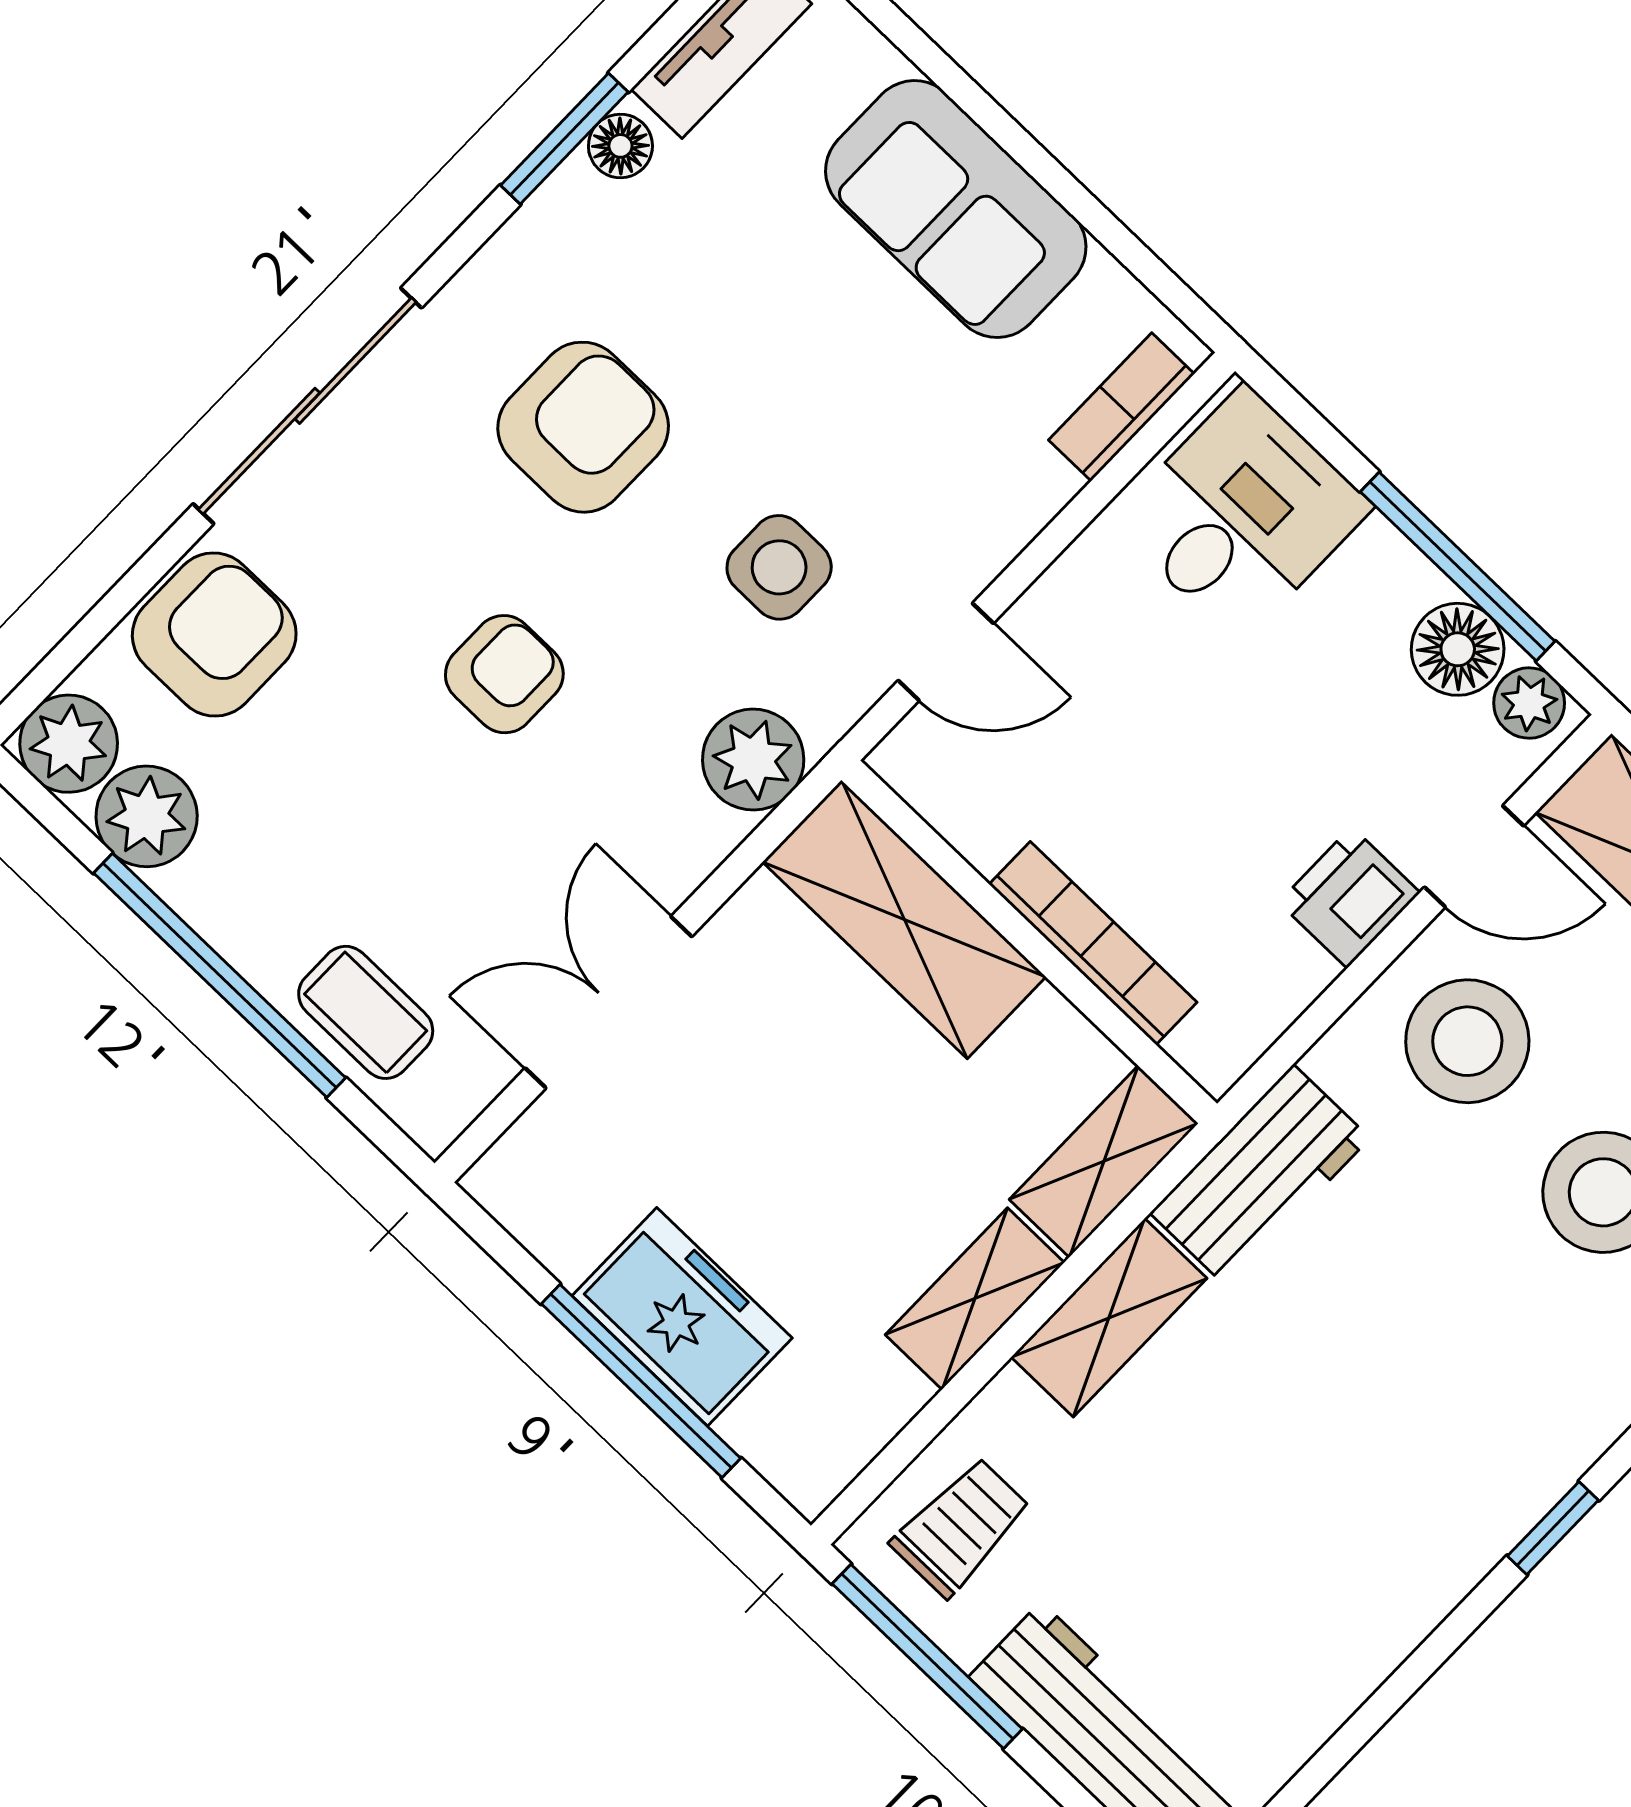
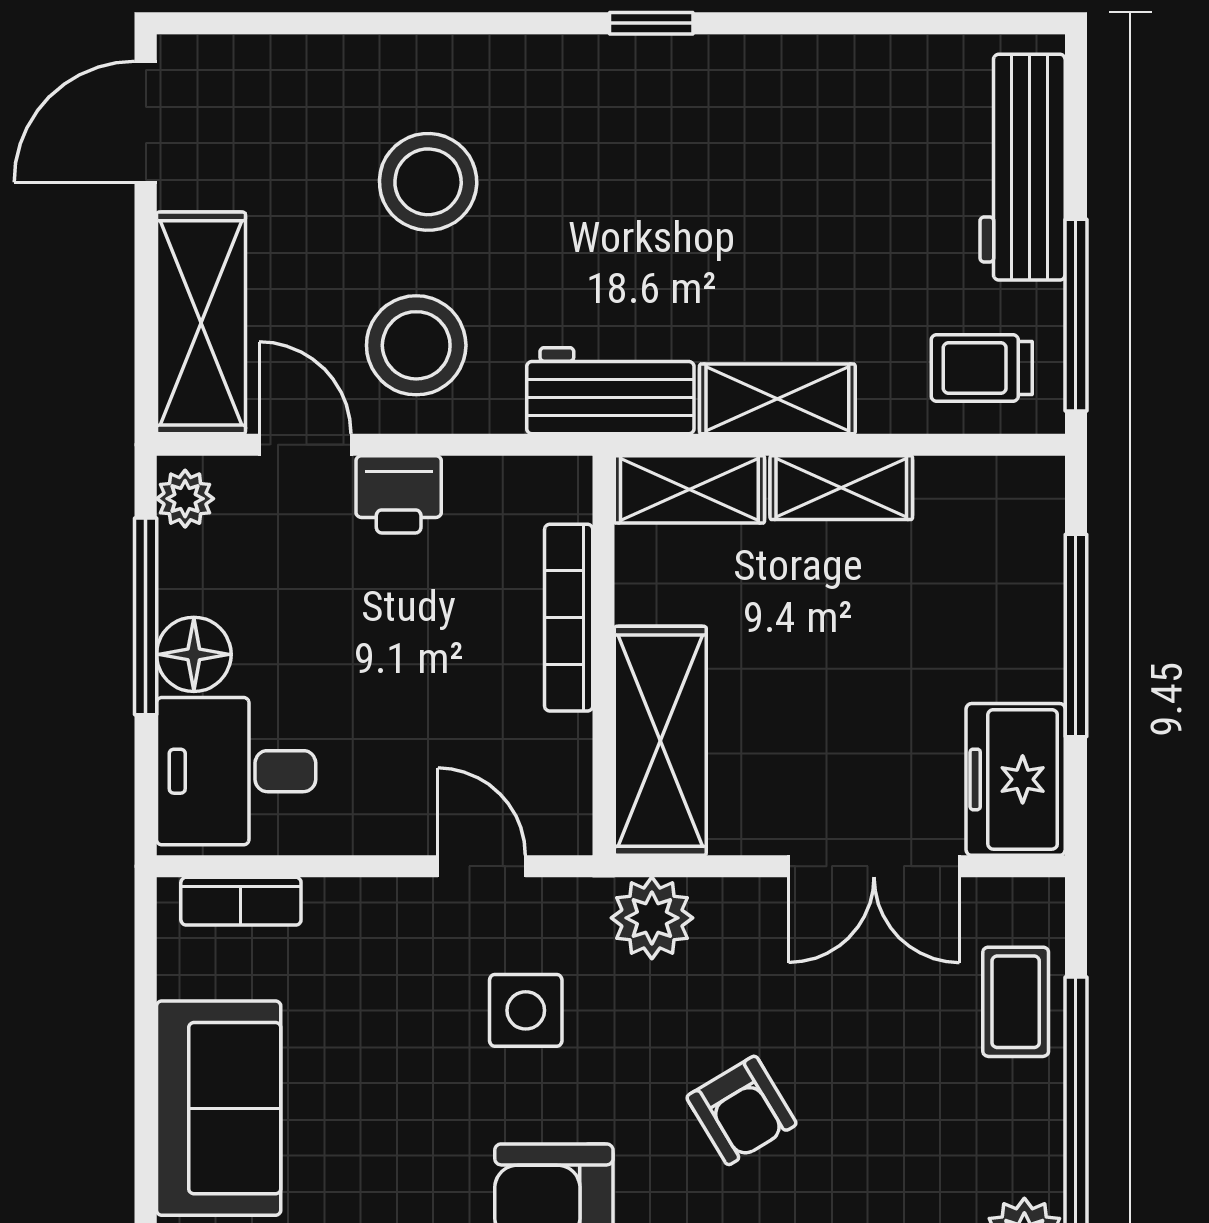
floor lamp: (1458, 649) -> (194, 654), moved
armchair: (504, 674) -> (742, 1110), turned -121
freezer: (682, 1317) -> (1016, 779), moved

